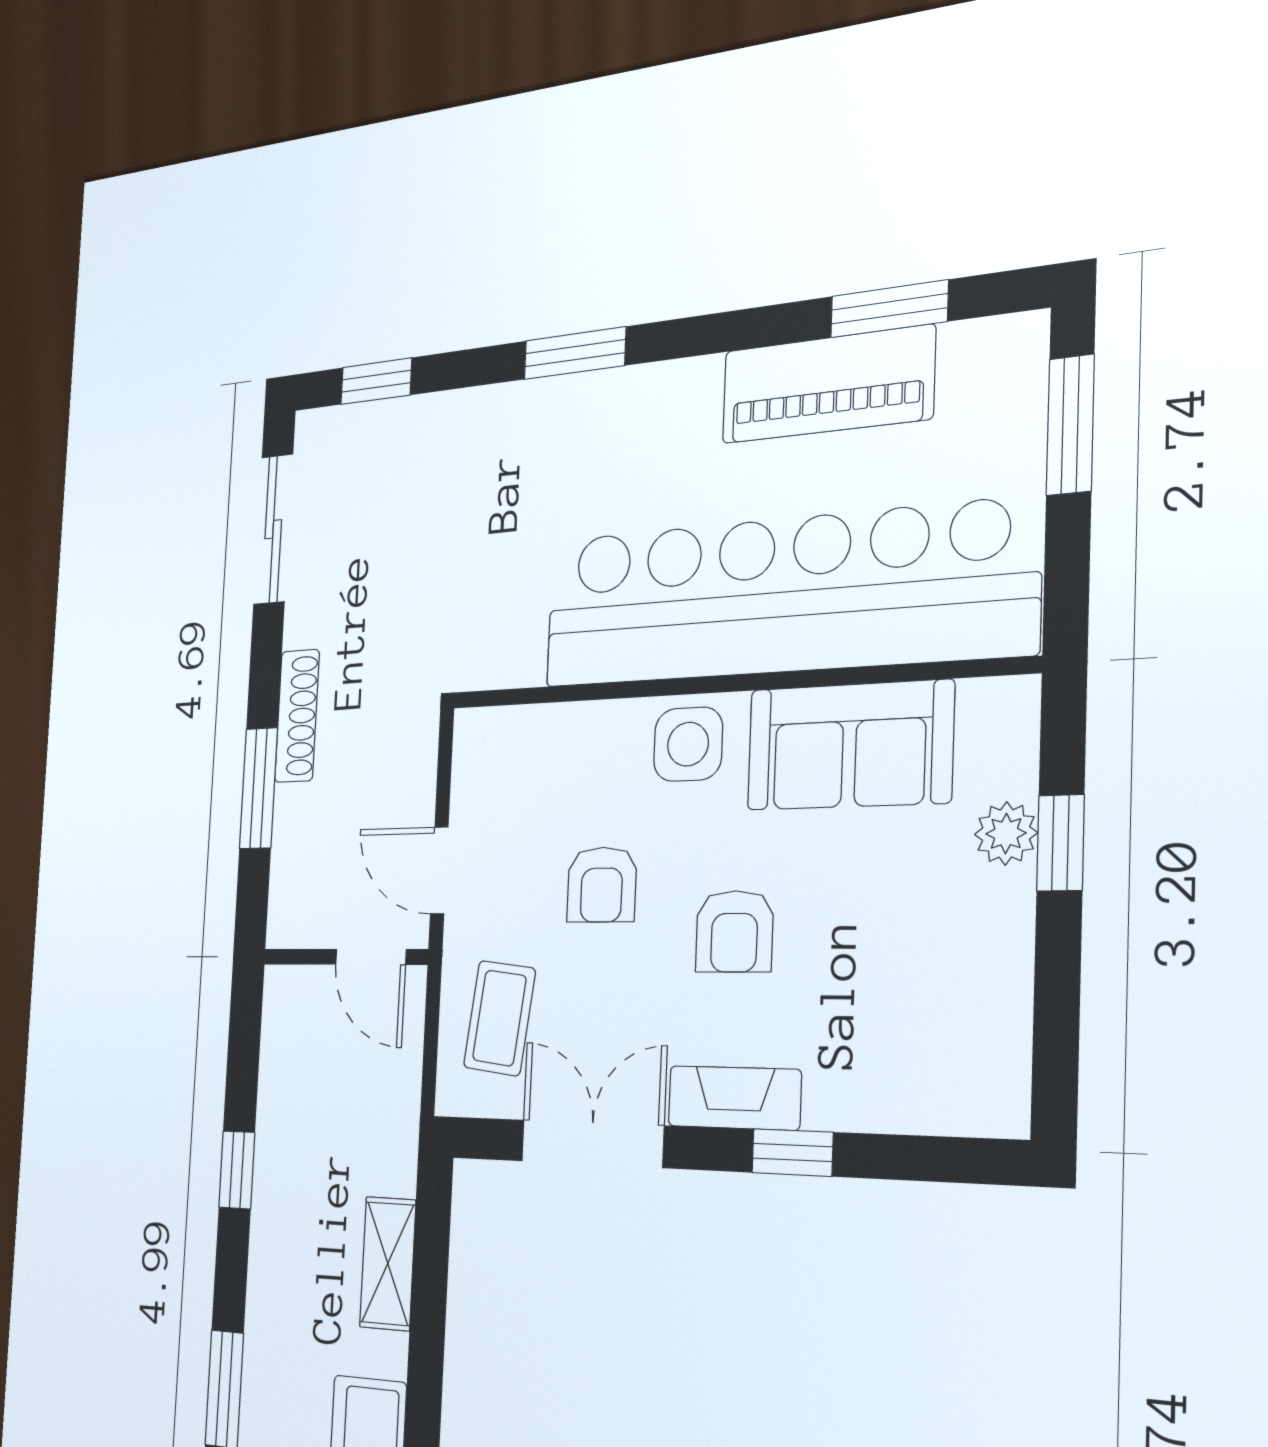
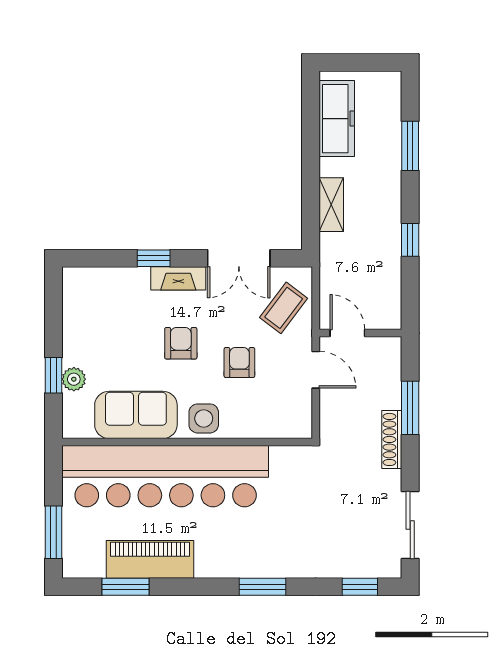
coffee table: (499, 1018) -> (284, 308), turned 30

